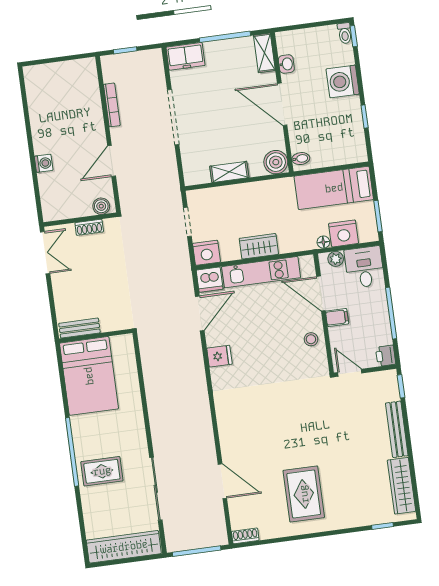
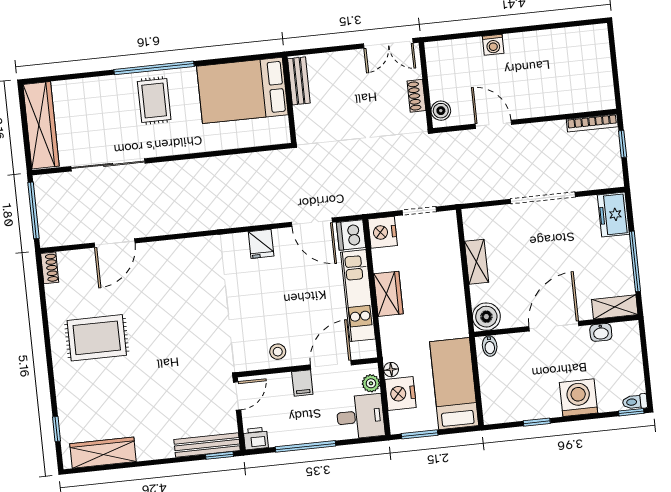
bookcase: (112, 105) -> (592, 123), moved
bench: (397, 429) -> (207, 445), moved
rug: (102, 471) -> (154, 100), moved

